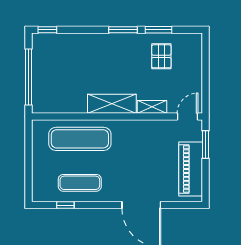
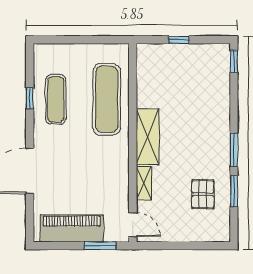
pallet: (161, 56) -> (203, 194), turned 90
window: (29, 77) -> (179, 40), width x0.32
window: (65, 205) -> (30, 98), moved

